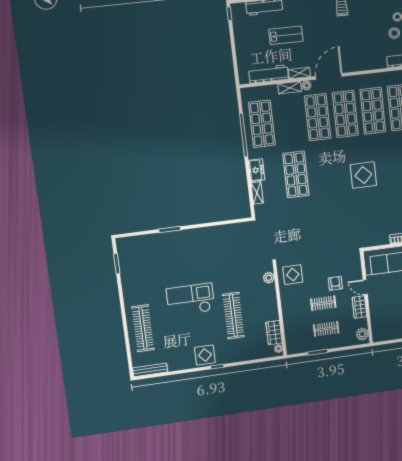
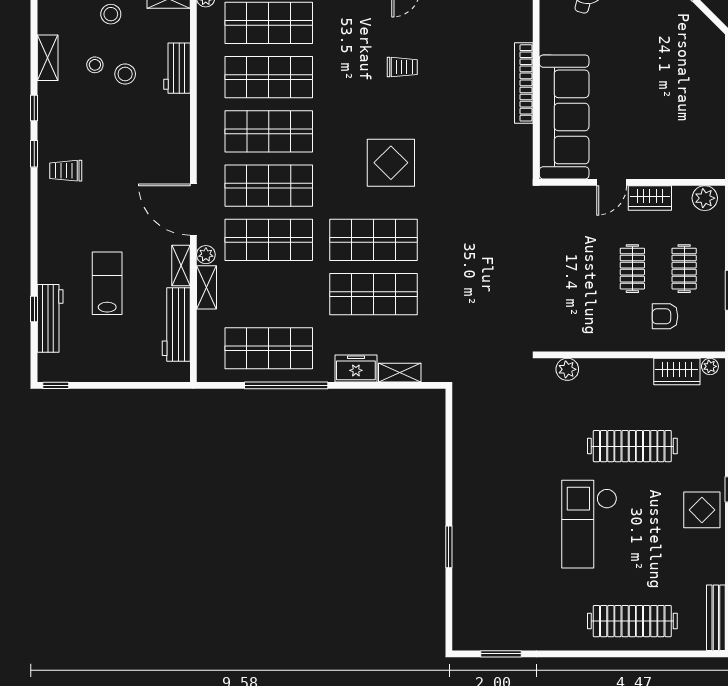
shop shelf: (324, 171) -> (374, 240), added
display table: (293, 275) -> (568, 322), removed
armchair: (335, 283) -> (665, 316), moved

